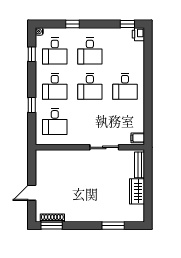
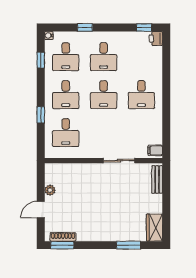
plant: (40, 175) -> (50, 190), added
wardrobe: (137, 191) -> (154, 228), moved

